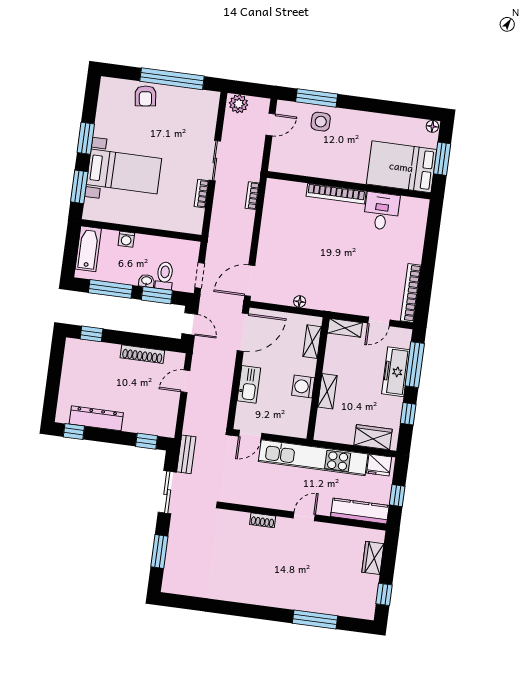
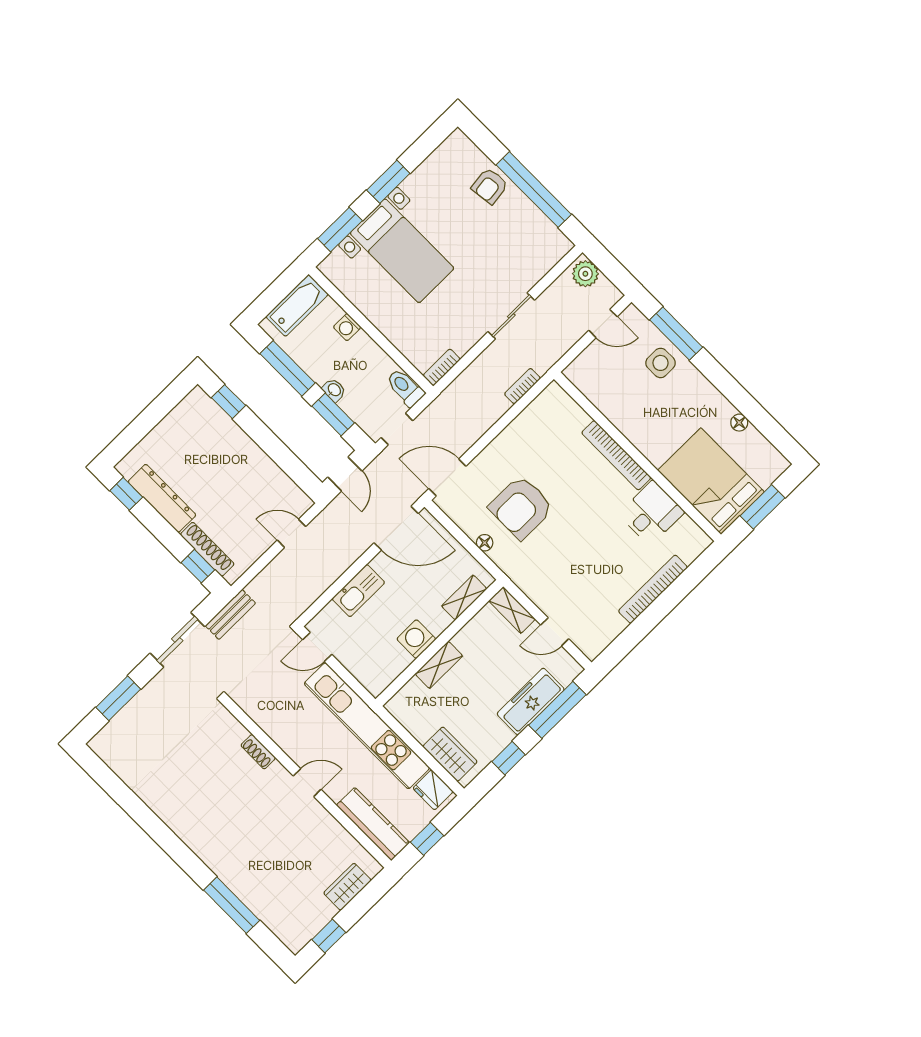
floor lamp: (432, 126) -> (739, 423), moved
bookcase: (201, 194) -> (442, 367), moved
armchair: (305, 265) -> (521, 507), added
toilet: (165, 276) -> (405, 388), moved, turned -90
bookcase: (411, 293) -> (653, 589), moved
shoe rack: (142, 354) -> (207, 549), moved, turned 180

